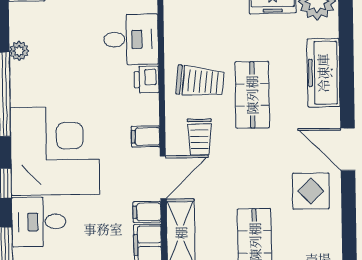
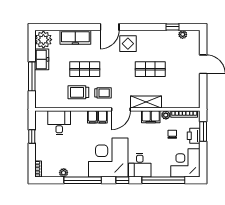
printer: (147, 80) -> (77, 116), removed
trolley: (200, 81) -> (78, 92), turned -96
door: (163, 177) -> (121, 109), swing flipped
filing cabinet: (147, 212) -> (92, 117), moved

